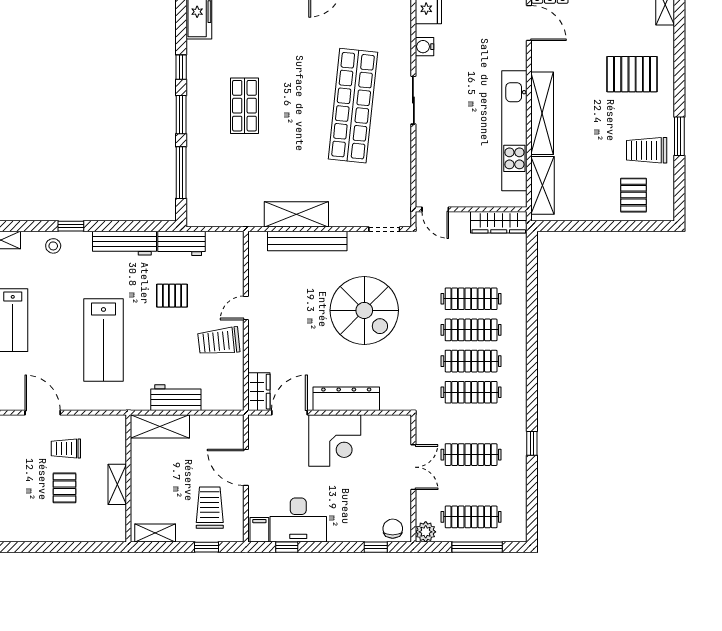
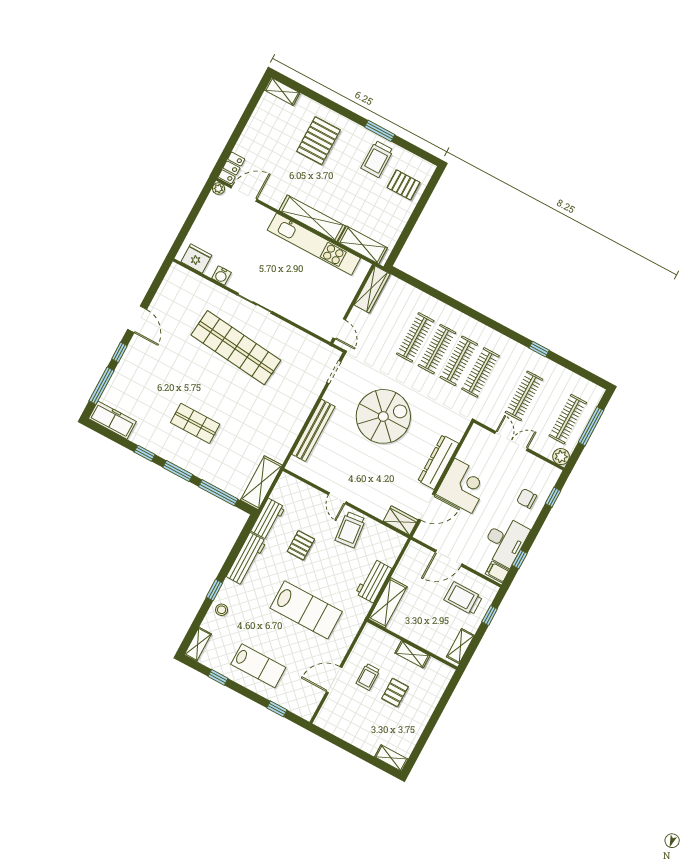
door: (435, 209) -> (339, 329), hinge flipped
shelving: (296, 214) -> (261, 483), moved
door: (289, 413) -> (427, 507), swing flipped
pallet: (64, 488) -> (395, 693), turned 90
chair: (393, 529) -> (527, 498), moved

